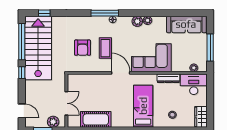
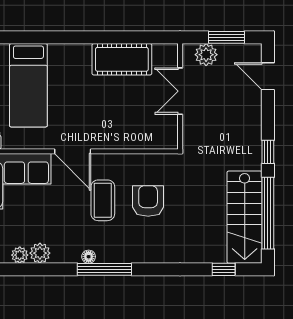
stairs: (38, 48) -> (245, 217), width x0.73, depth x0.66

